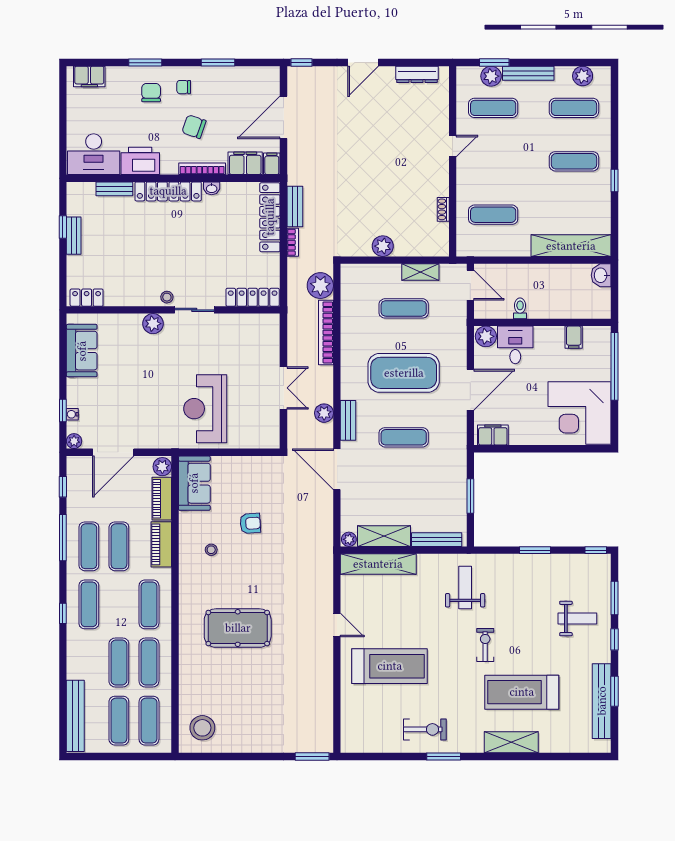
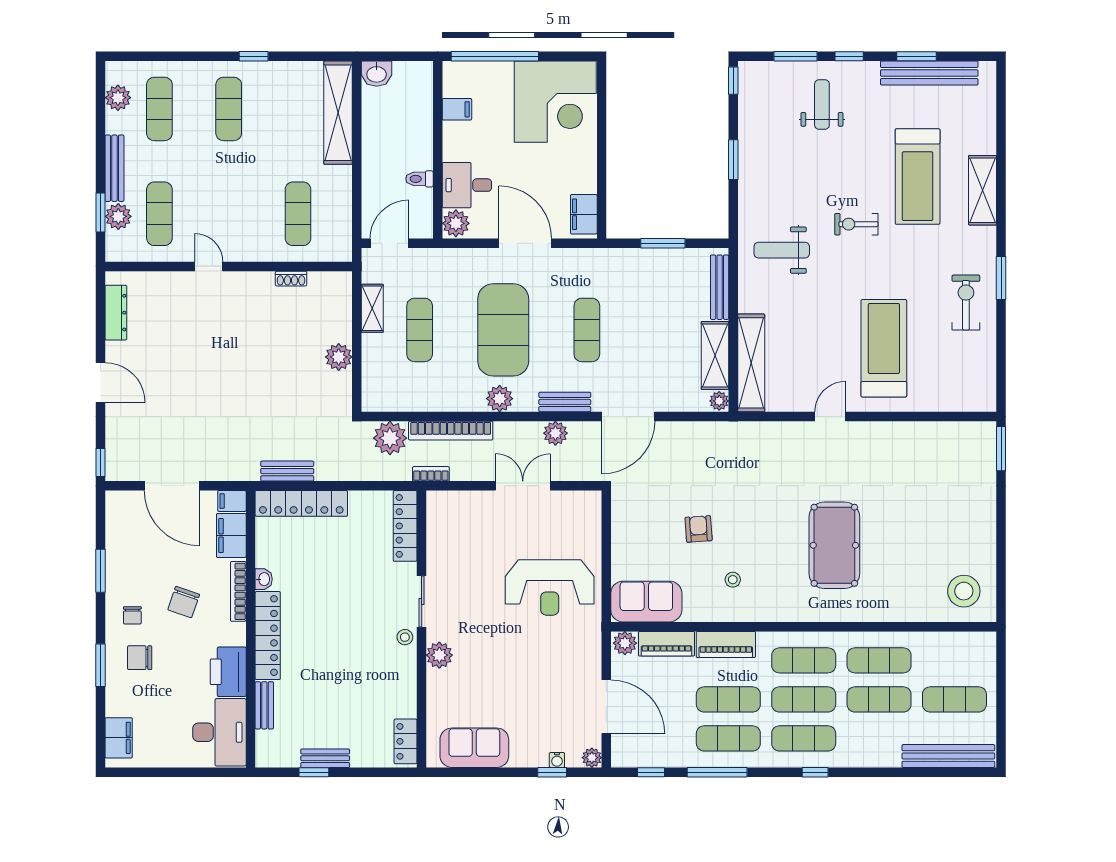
bookcase: (293, 242) -> (431, 474), moved
plant: (351, 370) -> (500, 399), added
exercise mat: (149, 721) -> (804, 699), moved

